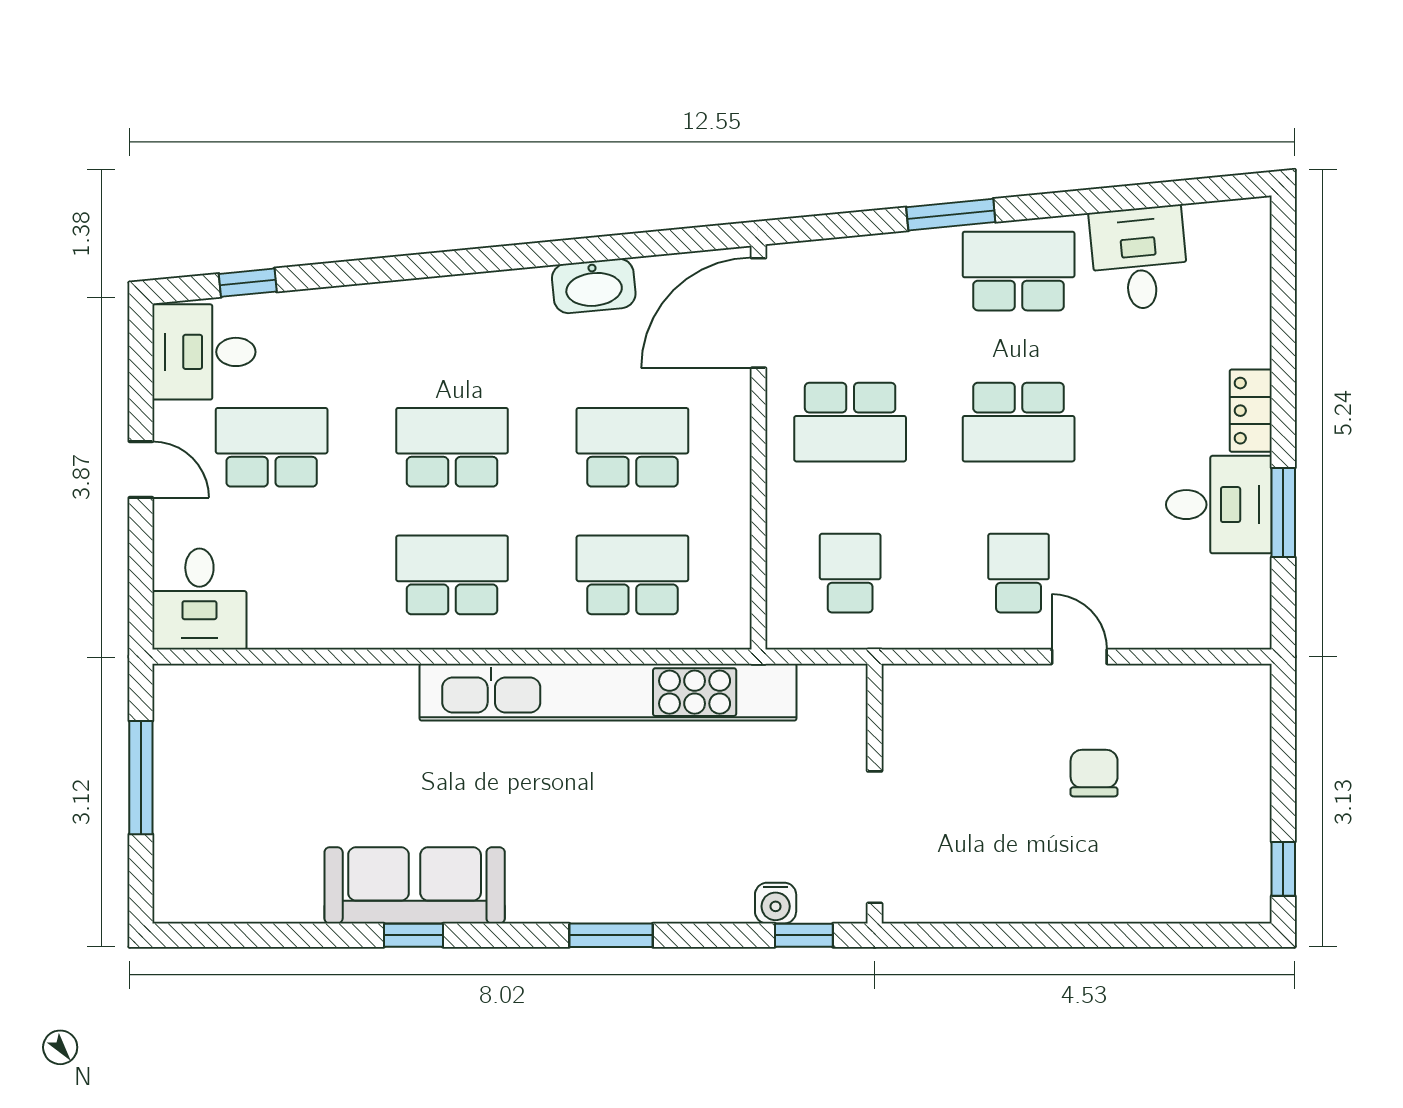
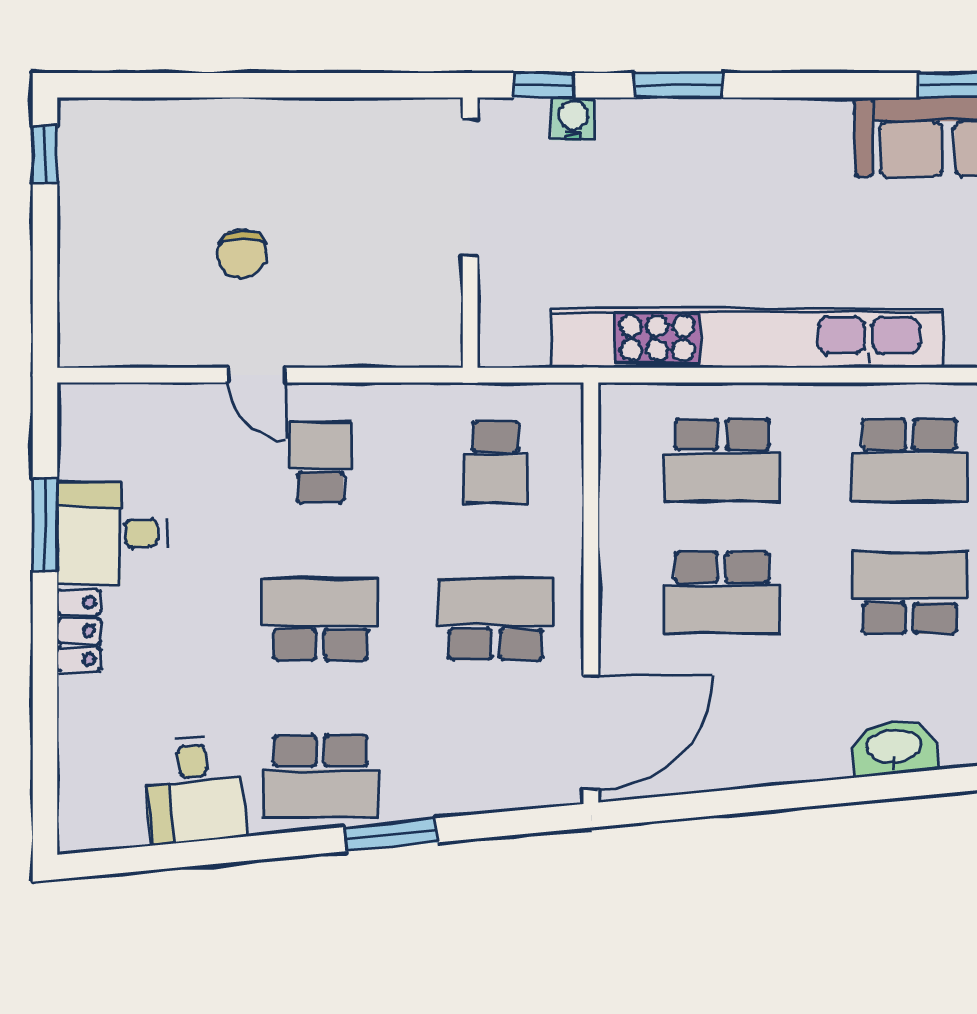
washbasin: (594, 286) -> (894, 748), moved
school desk: (452, 447) -> (910, 593), turned 180
school desk: (1019, 573) -> (320, 462), turned 180
window: (611, 935) -> (679, 85), moved

